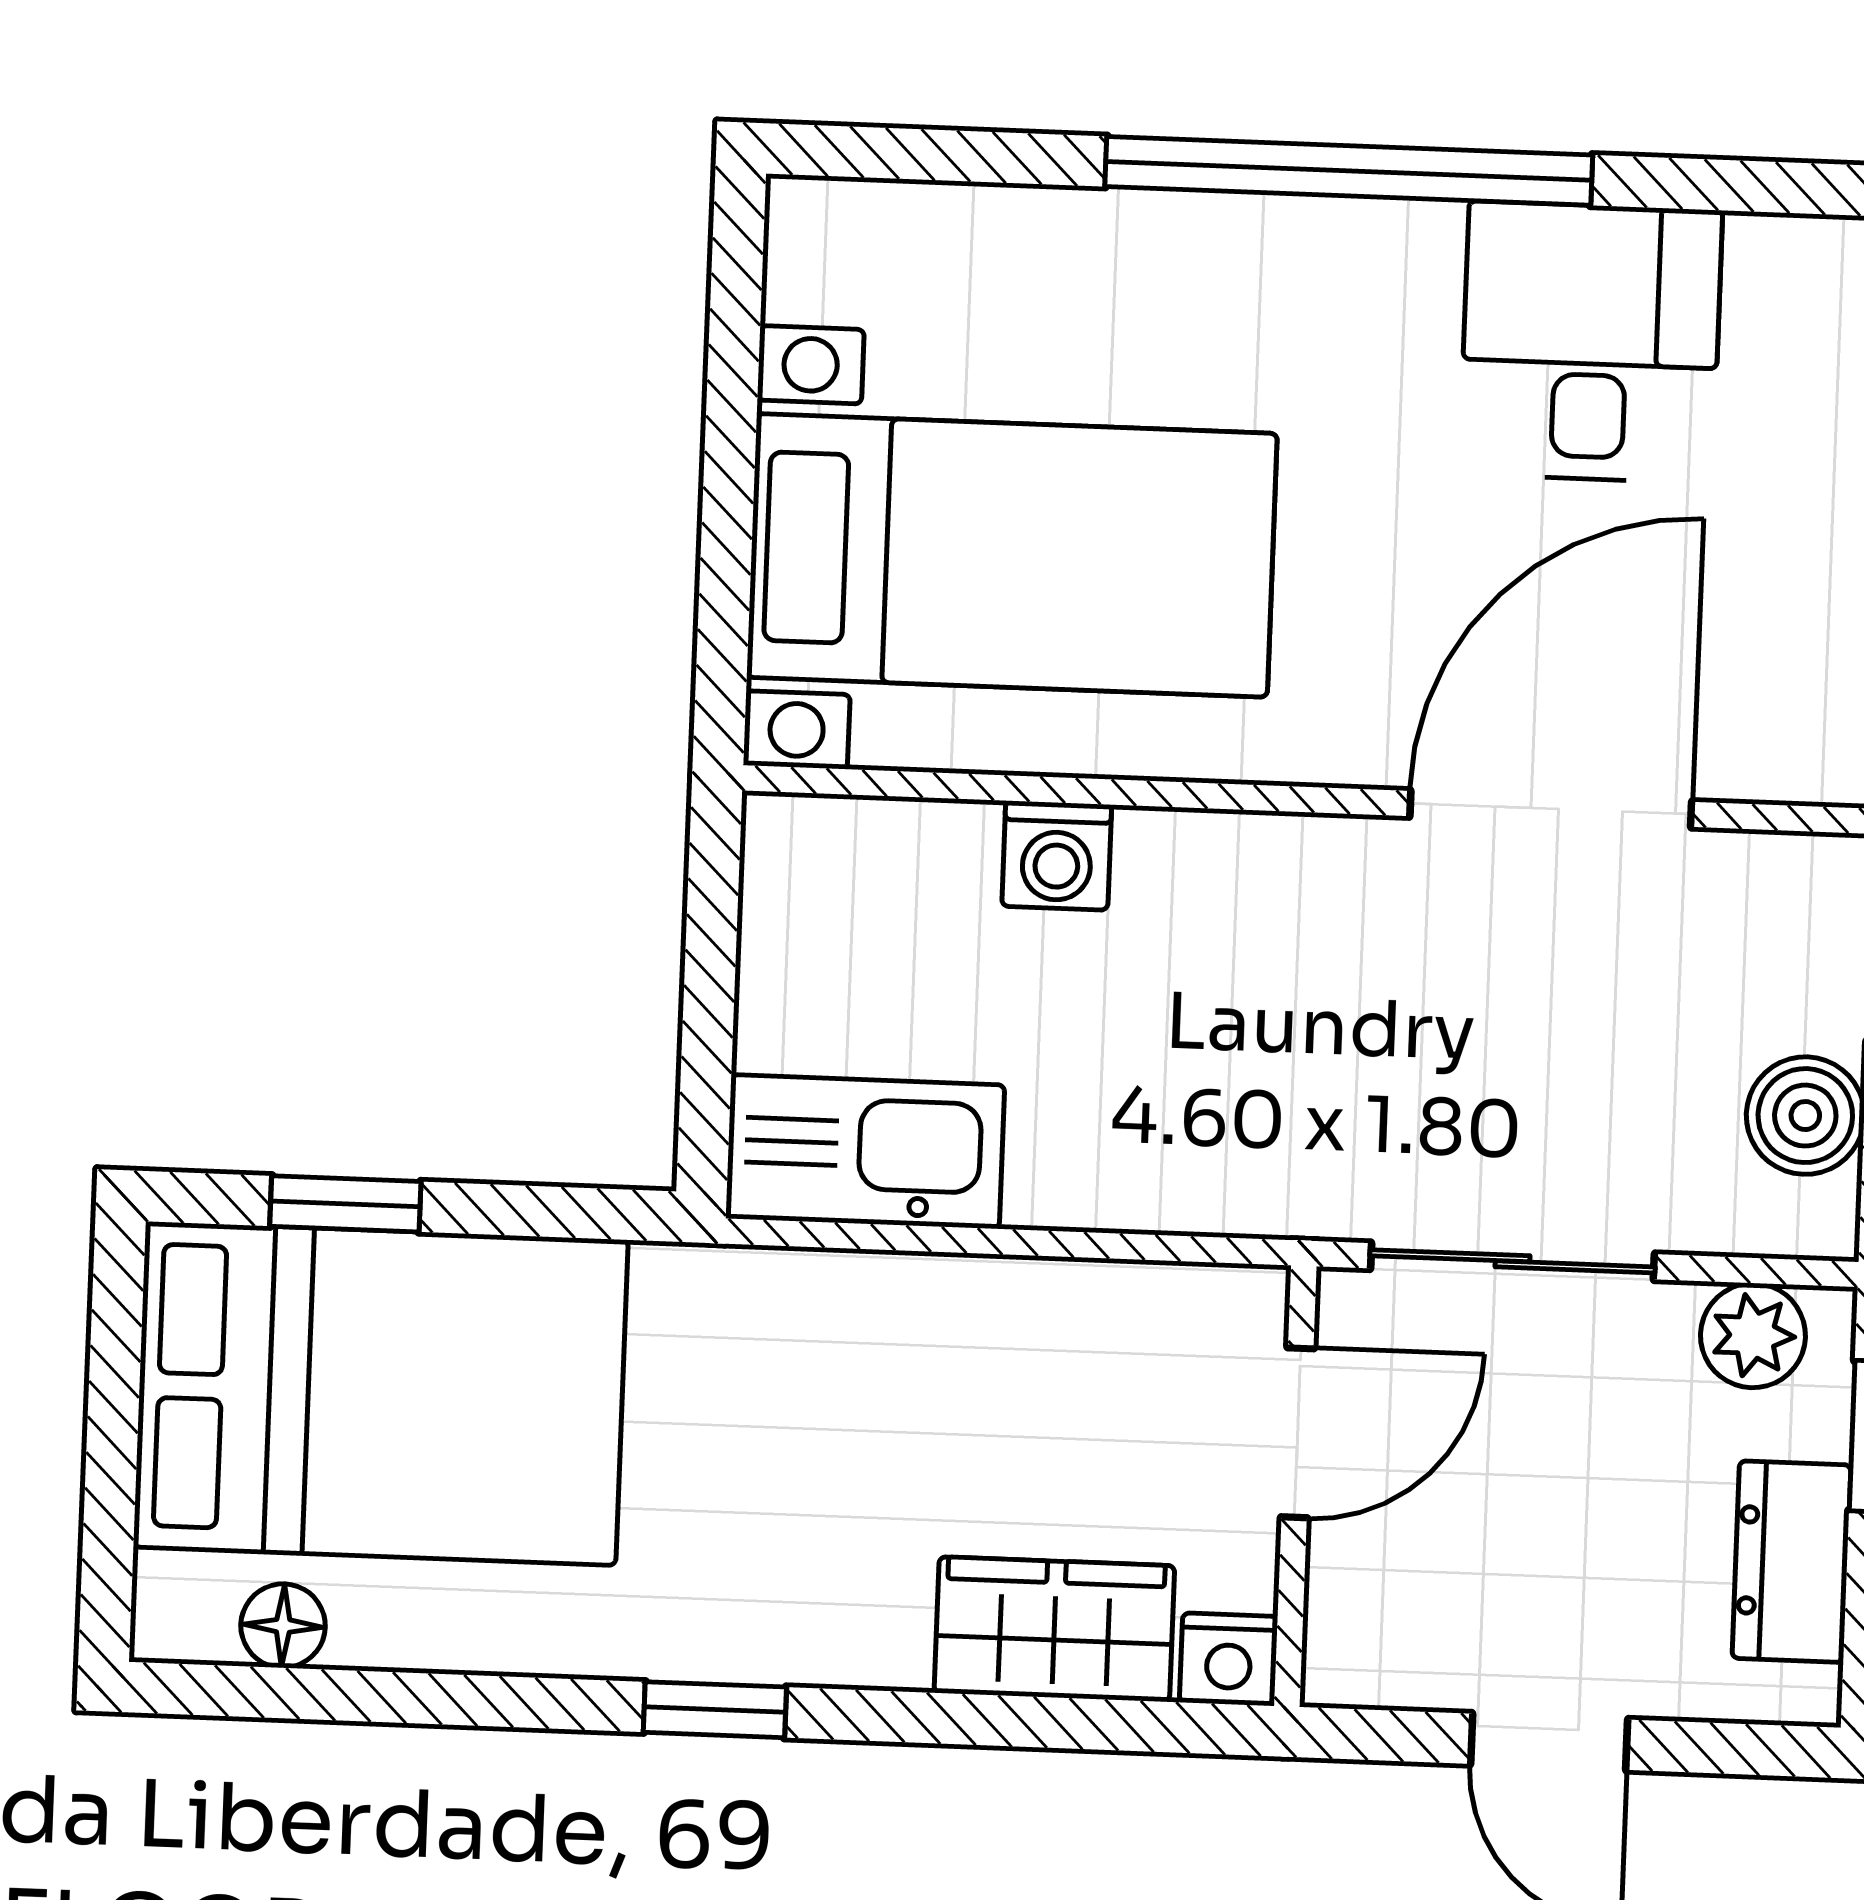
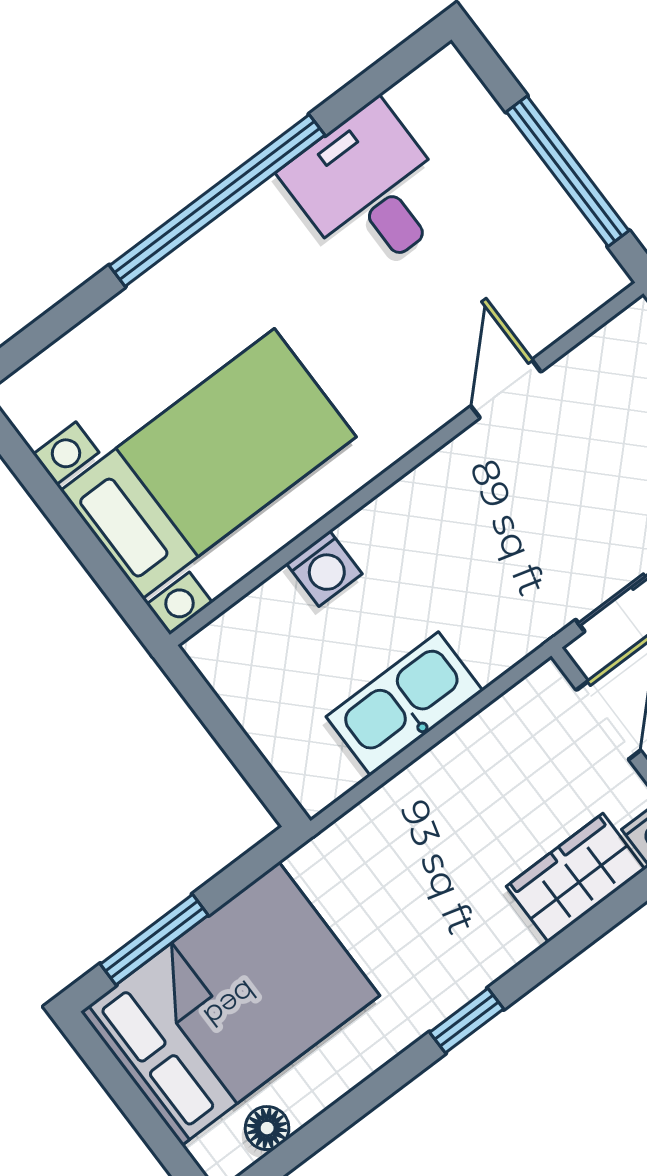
door: (1551, 809) -> (506, 389), width x0.53
kitchen sink: (865, 1152) -> (404, 704), moved
window: (345, 1204) -> (154, 940), width x1.50

